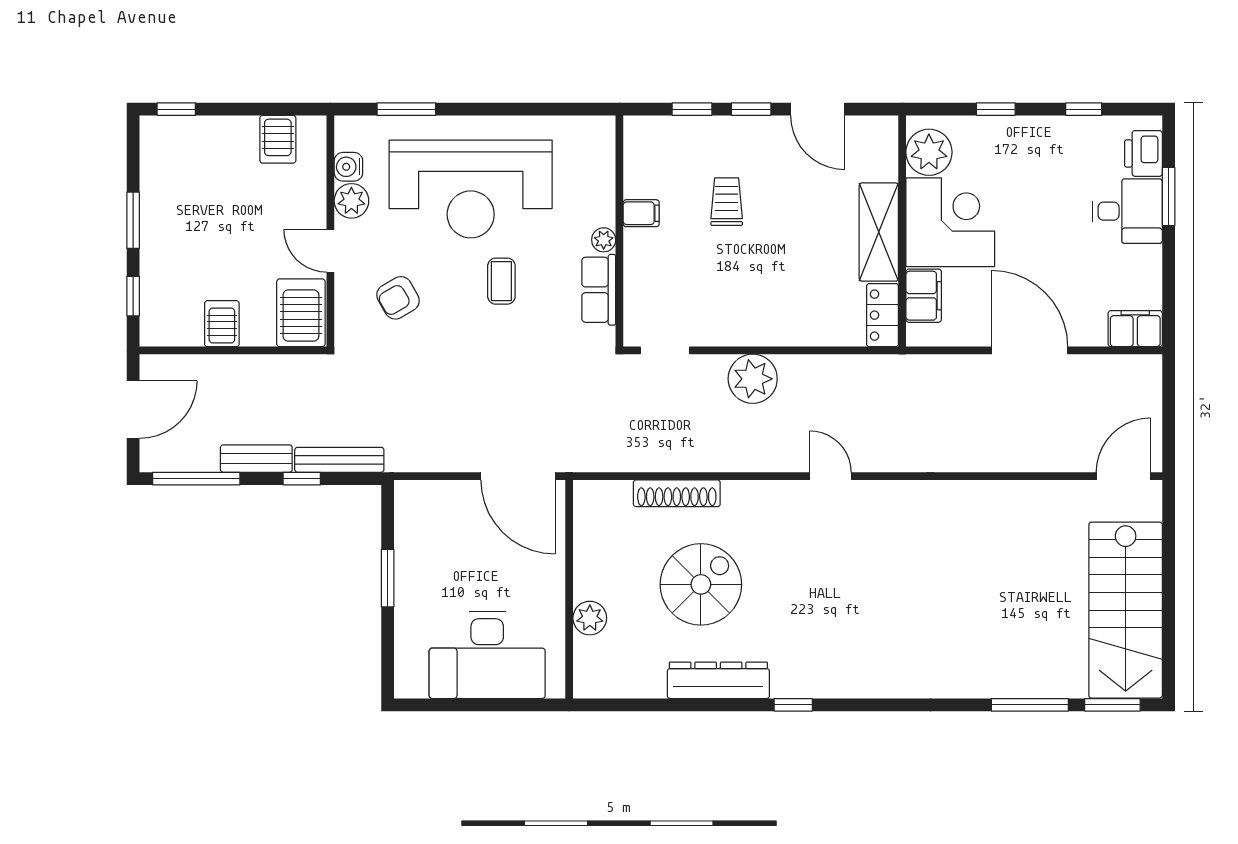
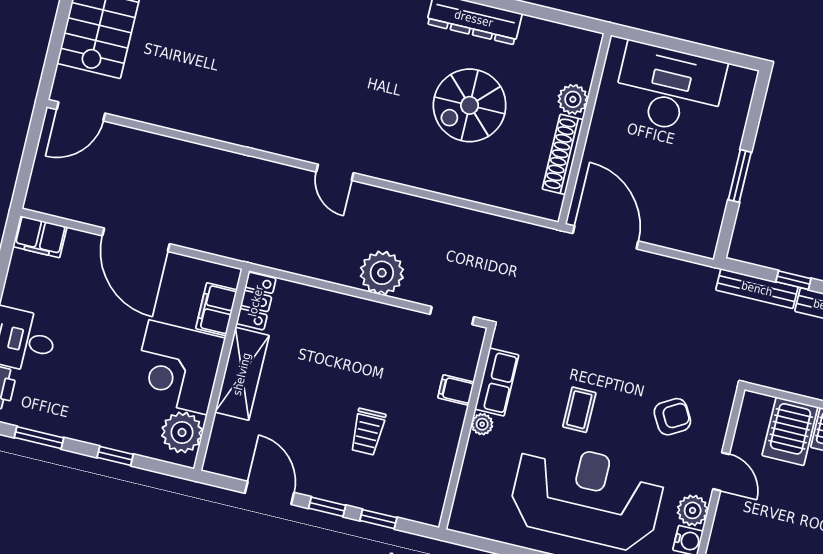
window: (1084, 109) -> (39, 438), width x1.50
filing cabinet: (641, 213) -> (456, 390), moved
server rack: (301, 313) -> (790, 431), moved
shoe rack: (677, 493) -> (563, 154), moved, turned -90

